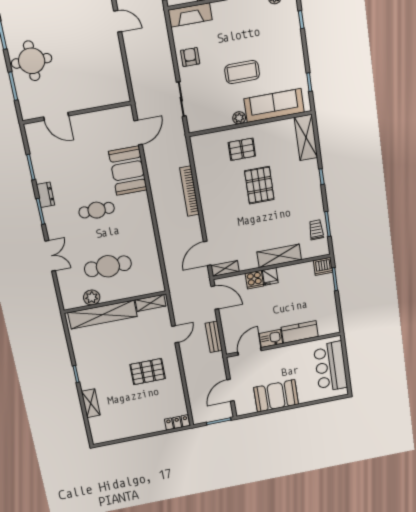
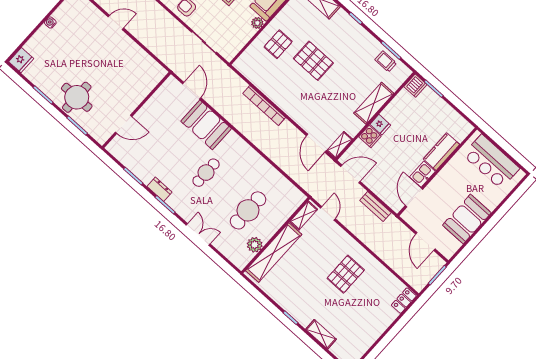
door: (175, 334) -> (328, 213), moved

